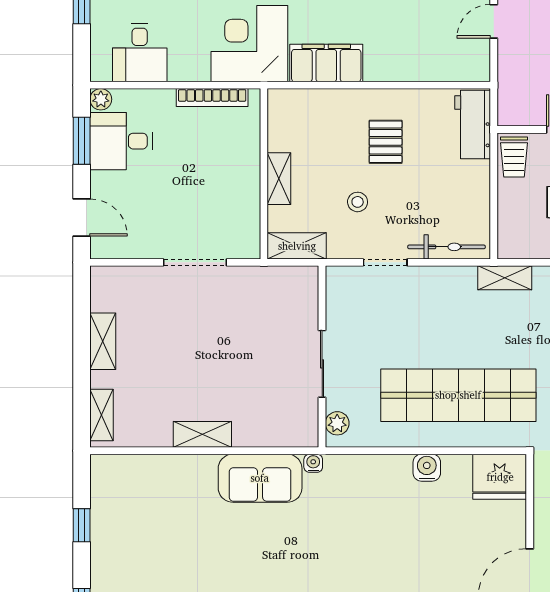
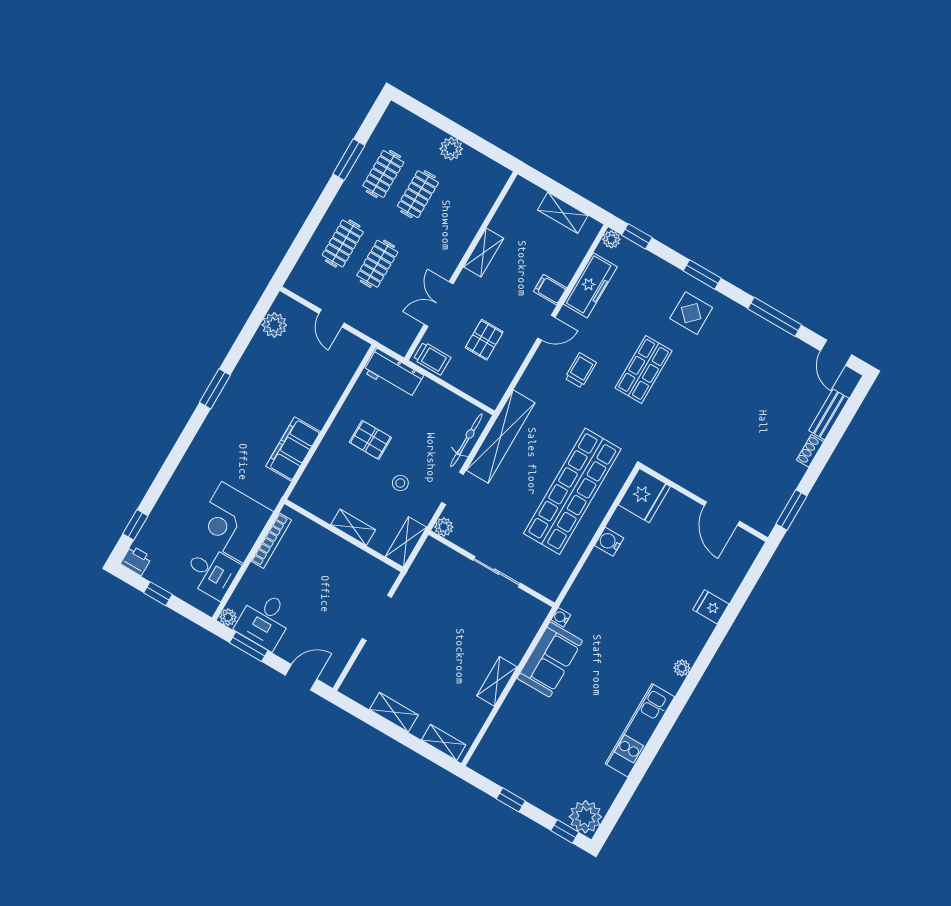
corner desk: (249, 44) -> (233, 522), moved
shelving: (505, 278) -> (501, 437), width x2.20, depth x1.33
plant: (337, 423) -> (444, 527), moved

